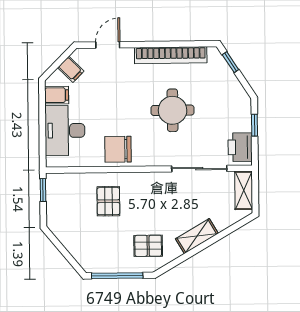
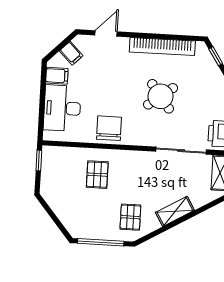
round table: (173, 110) -> (161, 96), turned -37
chair: (118, 149) -> (109, 128), turned 90
pallet: (148, 246) -> (130, 217), turned 90

